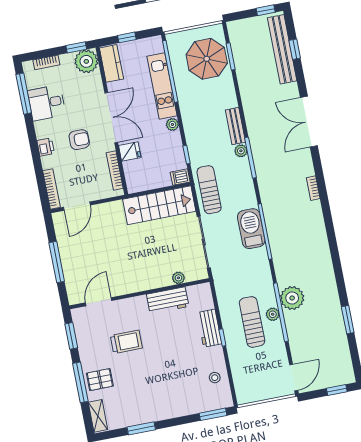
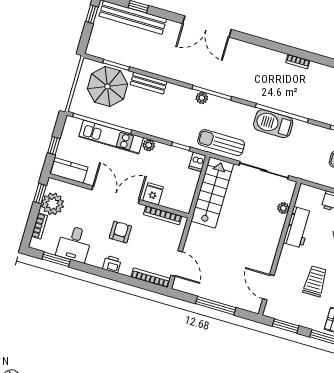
plant: (86, 61) -> (53, 204), moved
window: (24, 94) -> (56, 259), width x0.69
bench: (235, 126) -> (149, 83), moved
bookcase: (313, 188) -> (298, 62), moved

